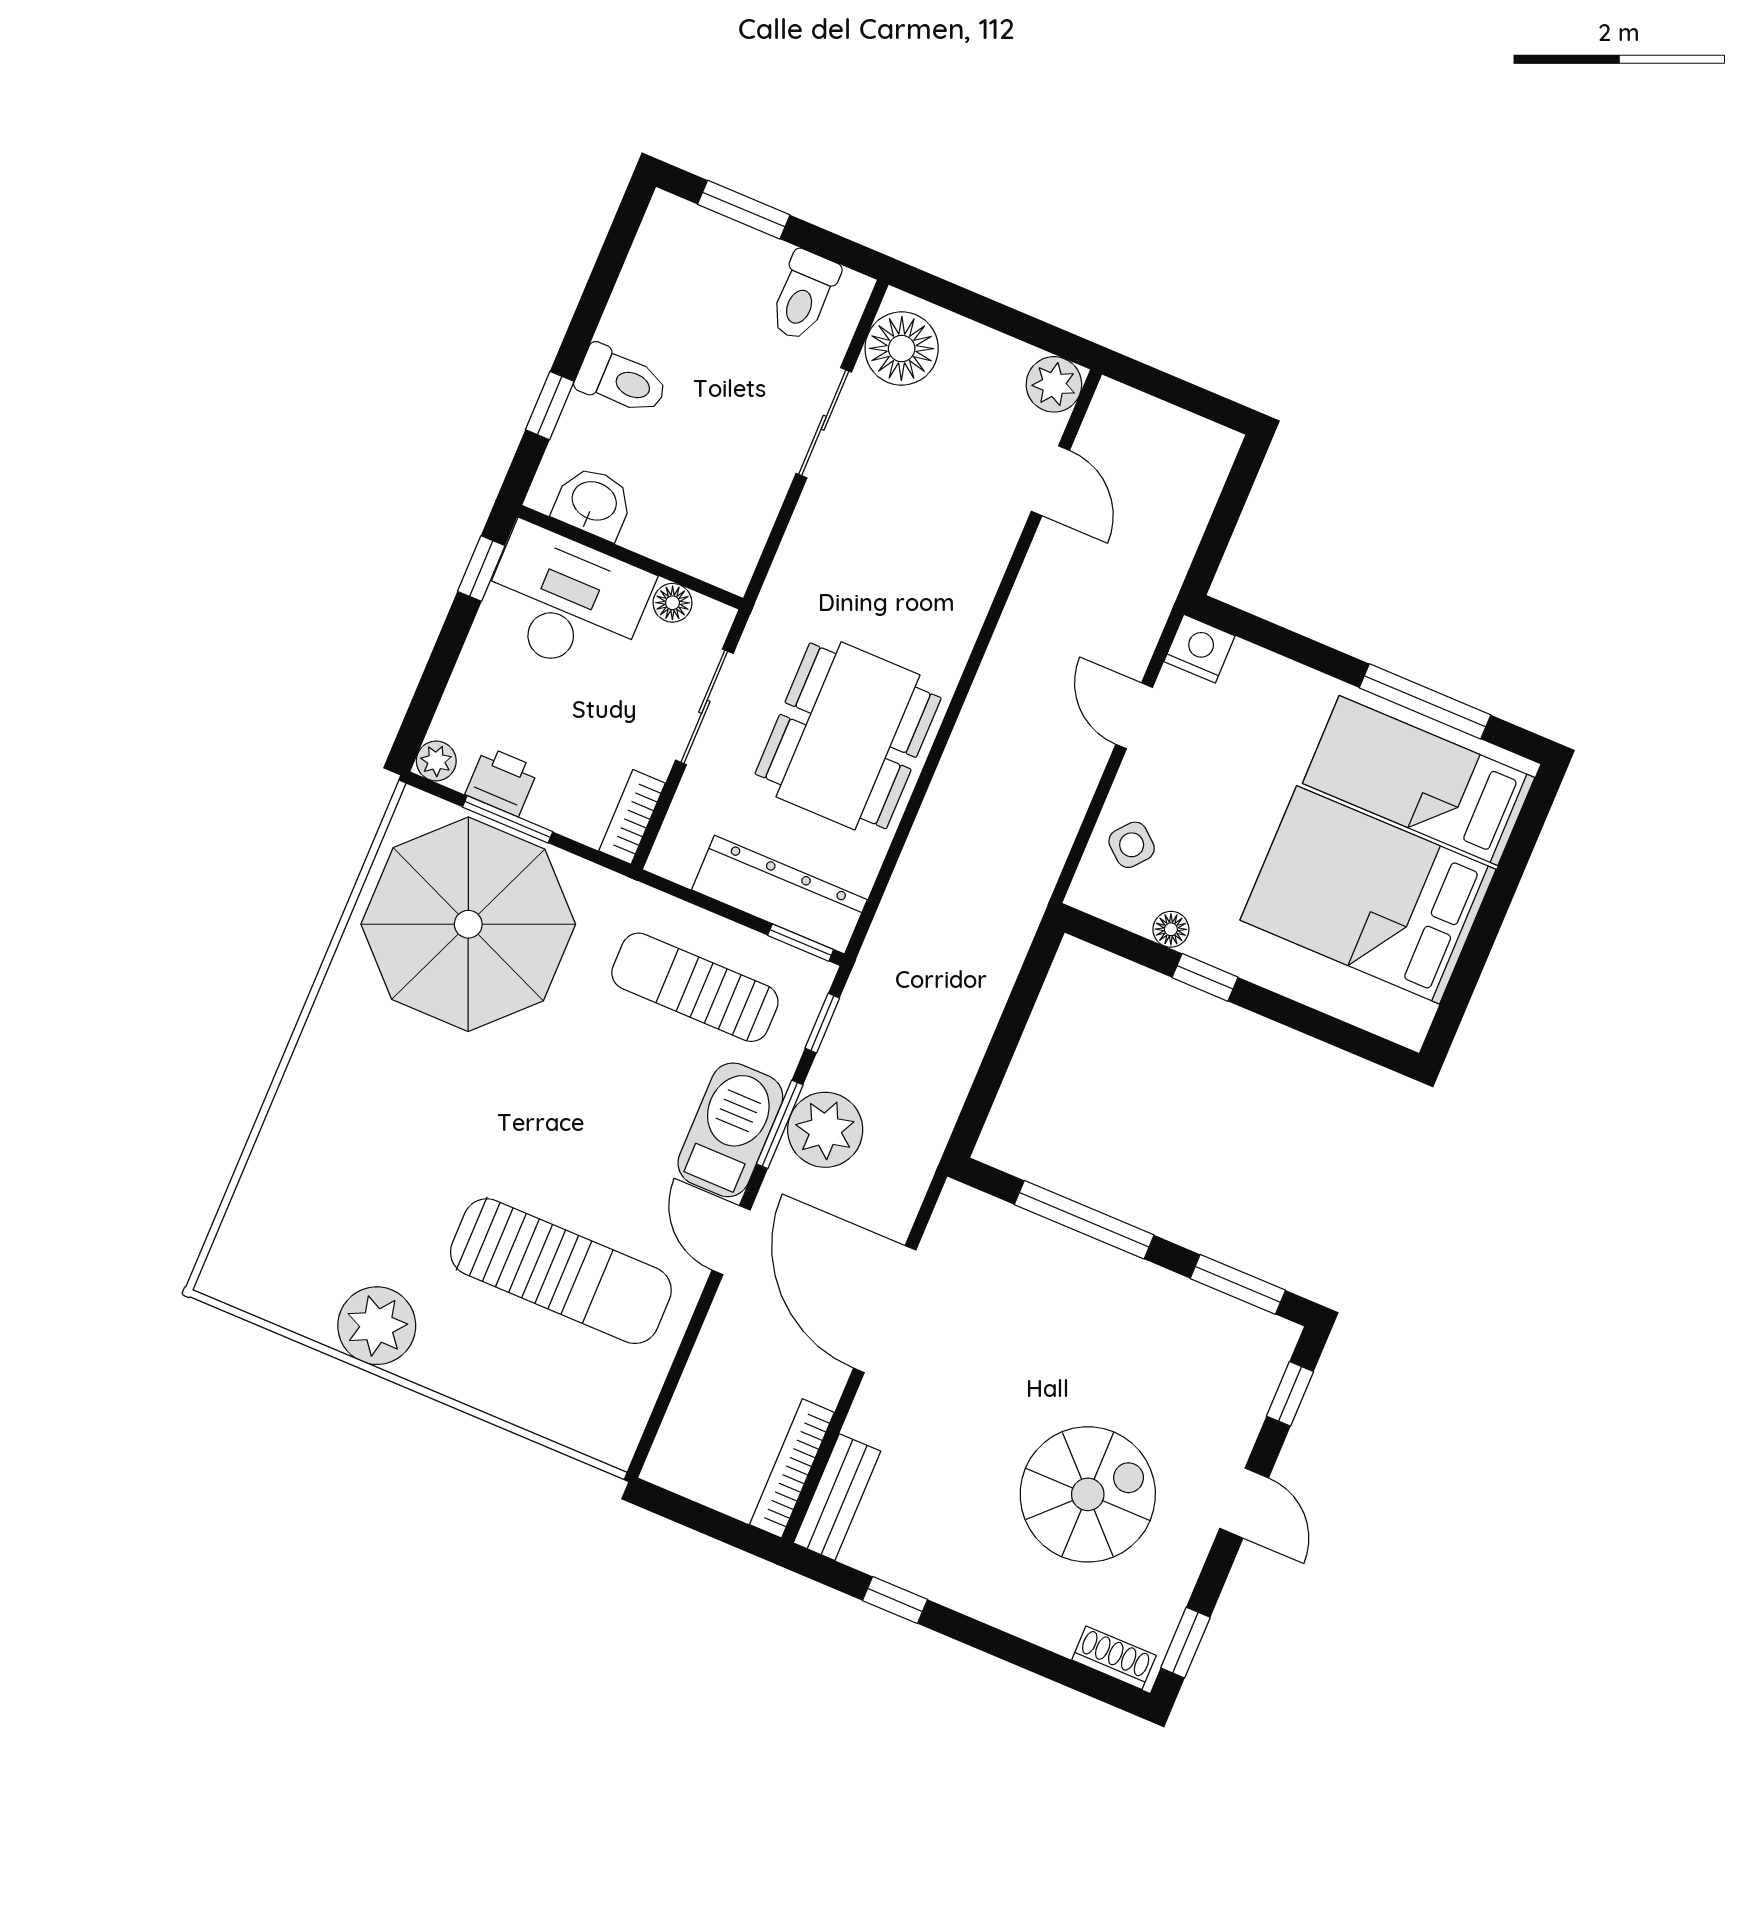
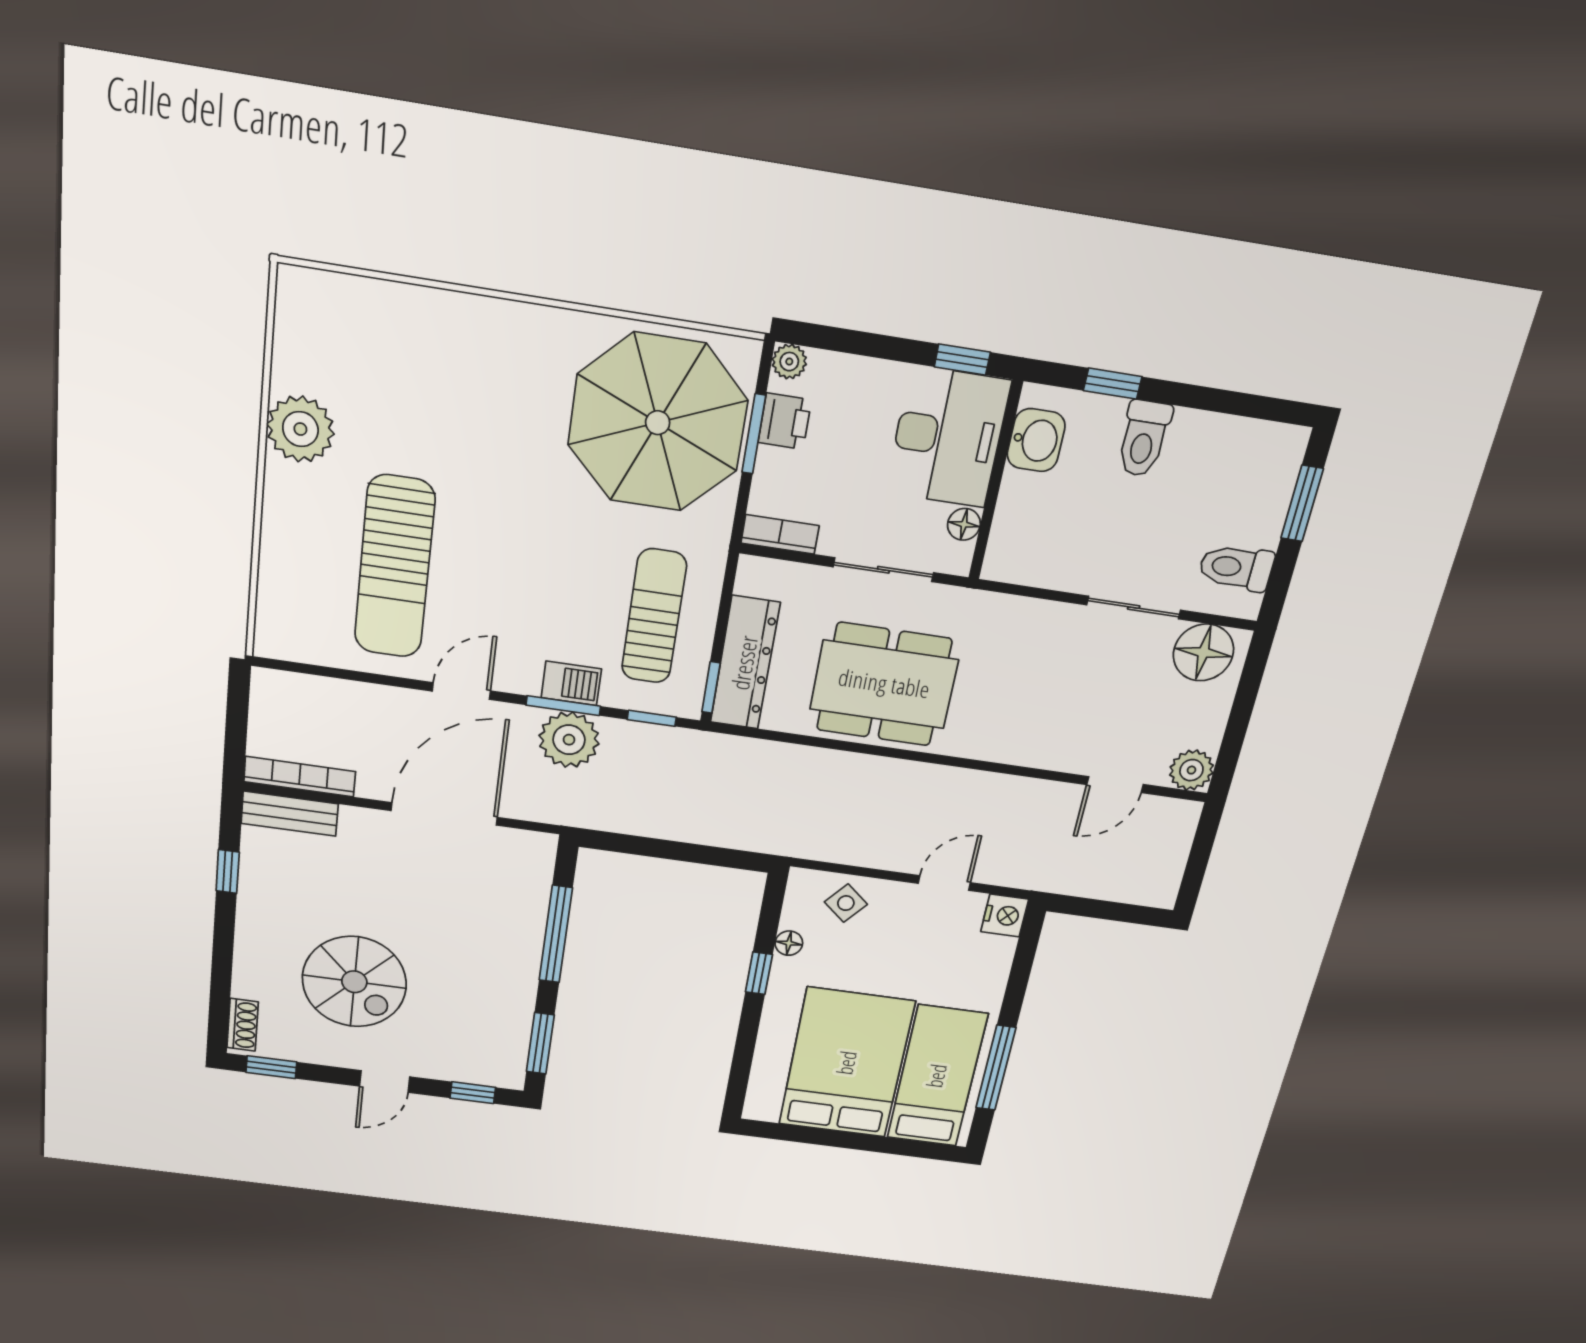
barbecue: (730, 1130) -> (571, 683), width x0.53, depth x0.65

